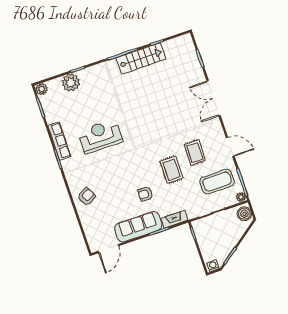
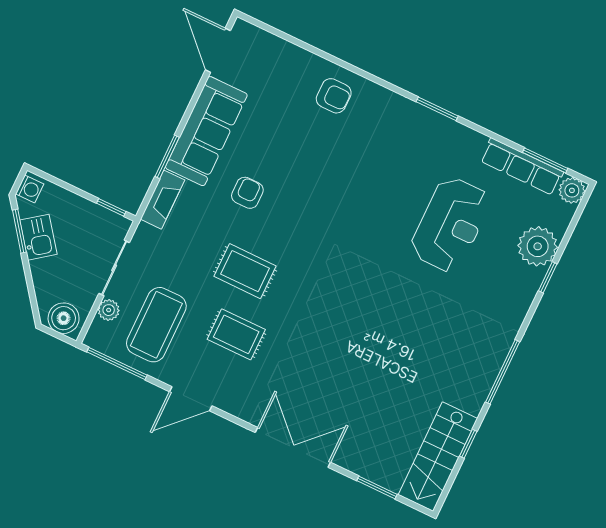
stairs: (141, 58) -> (438, 457), moved
reception desk: (100, 136) -> (450, 224), moved
row of seats: (59, 141) -> (522, 167), moved
armchair: (86, 197) -> (334, 96), turned -61
plant: (241, 197) -> (109, 310), moved
kitchen sink: (226, 248) -> (38, 237), added

